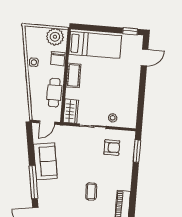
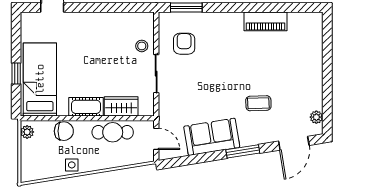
window: (130, 31) -> (16, 73), moved
plant: (55, 37) -> (27, 132), width x0.53, depth x0.53
wardrobe: (71, 111) -> (121, 106), moved
window: (33, 182) -> (243, 151), width x0.69
coffee table: (91, 191) -> (258, 103), moved

